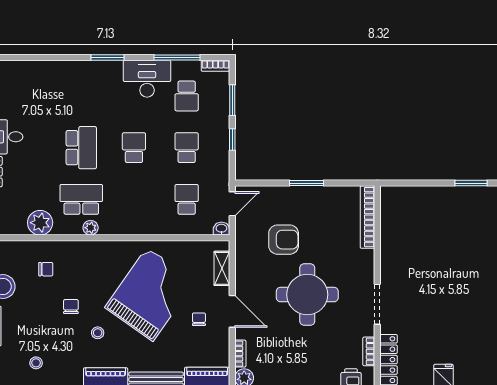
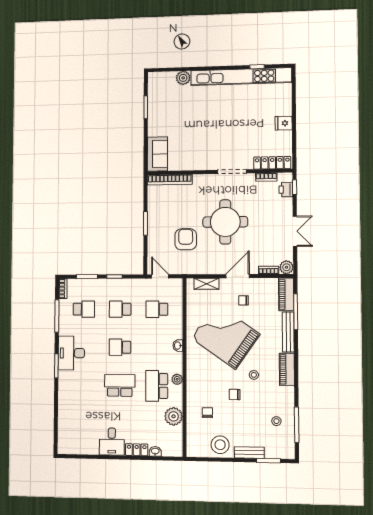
desk: (147, 79) -> (71, 353), moved
sofa: (404, 200) -> (157, 154), added
washbasin: (221, 229) -> (178, 346), moved

